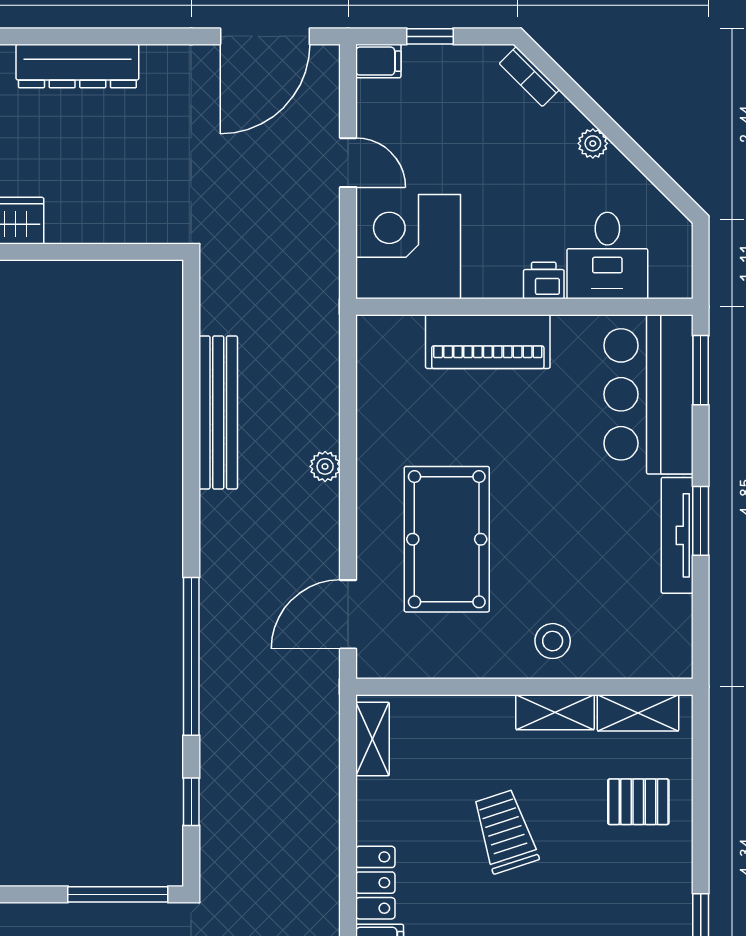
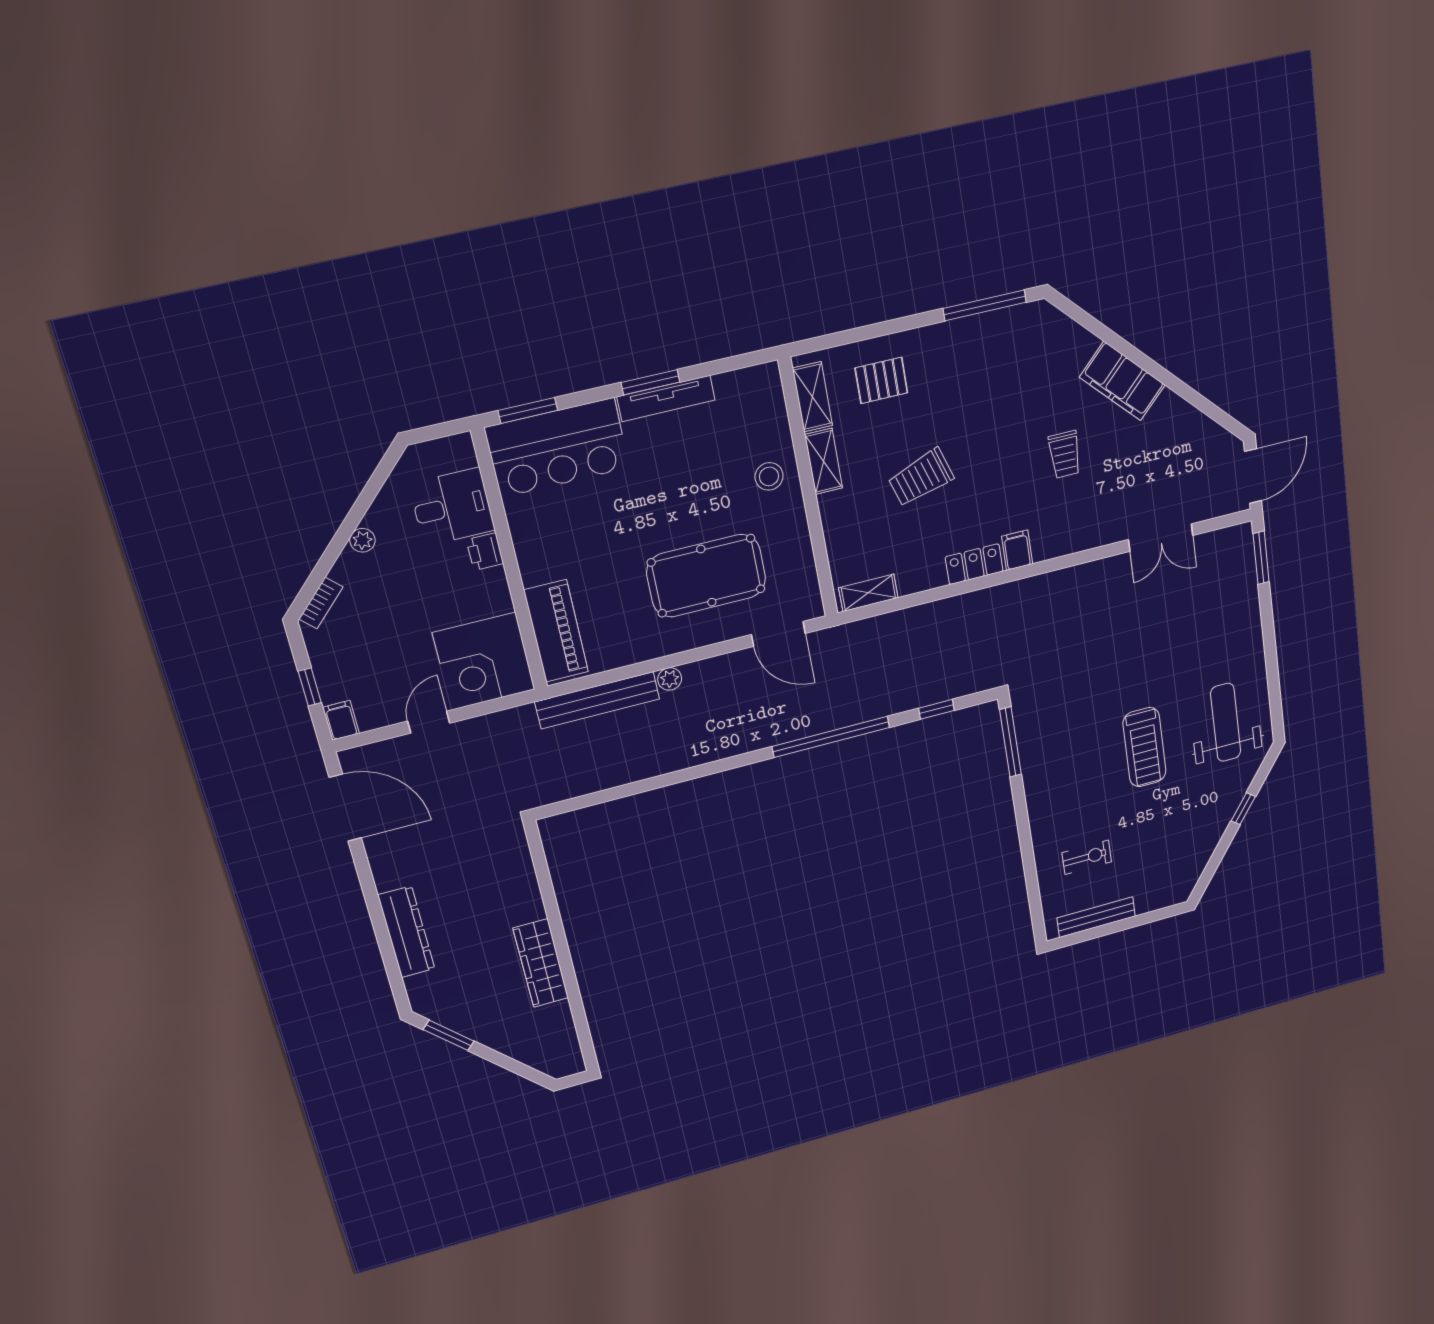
piano: (488, 342) -> (556, 631), moved
bench: (218, 412) -> (597, 700), moved
pallet: (638, 802) -> (881, 380), turned 90

